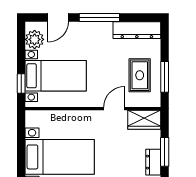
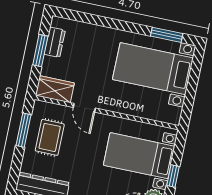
window: (21, 83) -> (173, 176), moved
door: (114, 109) -> (84, 108), hinge flipped

